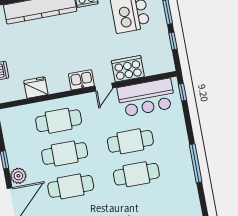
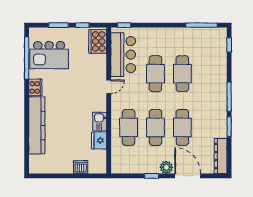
cooker: (128, 69) -> (98, 41), moved
kitchen sink: (81, 80) -> (100, 122), moved
door: (104, 87) -> (109, 87), hinge flipped
window: (196, 163) -> (202, 25), moved

